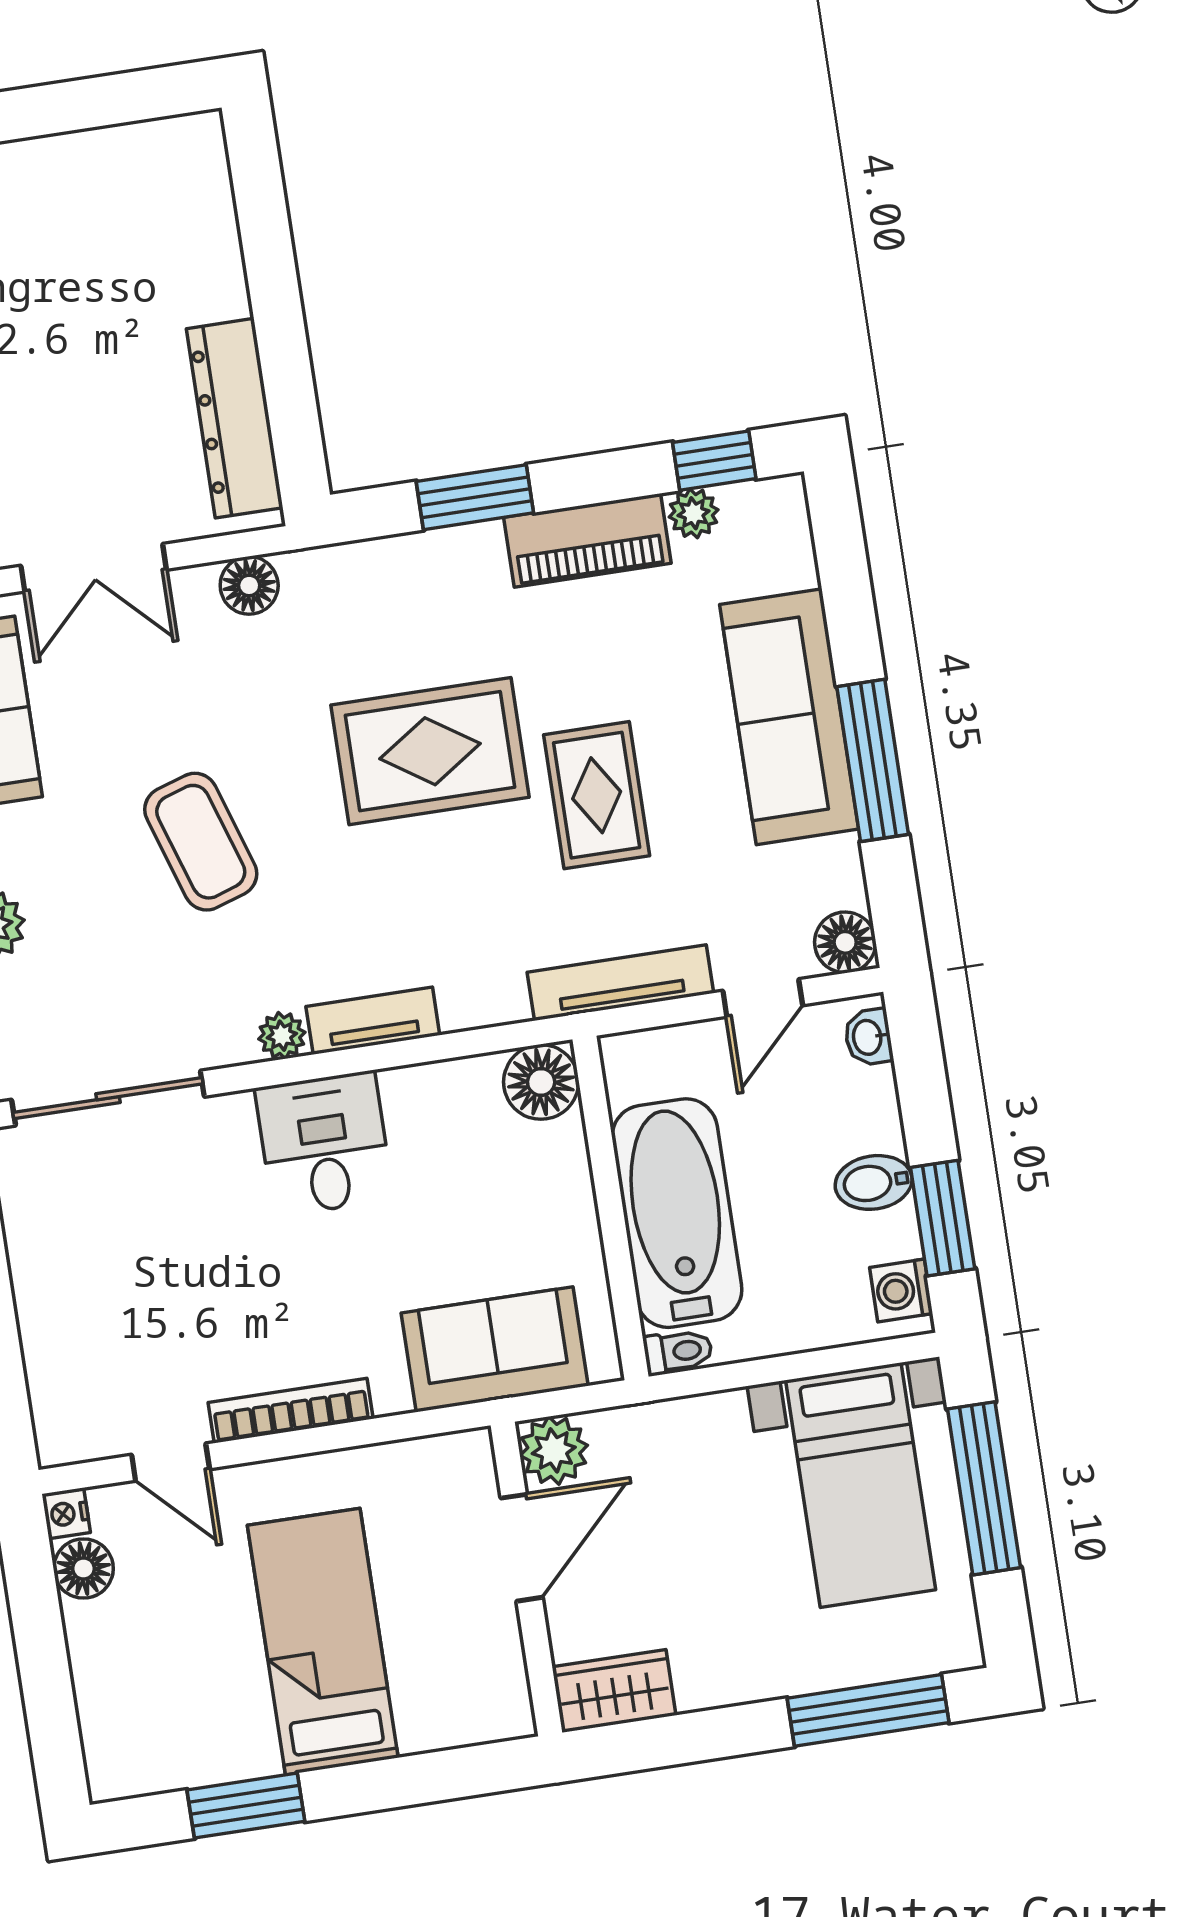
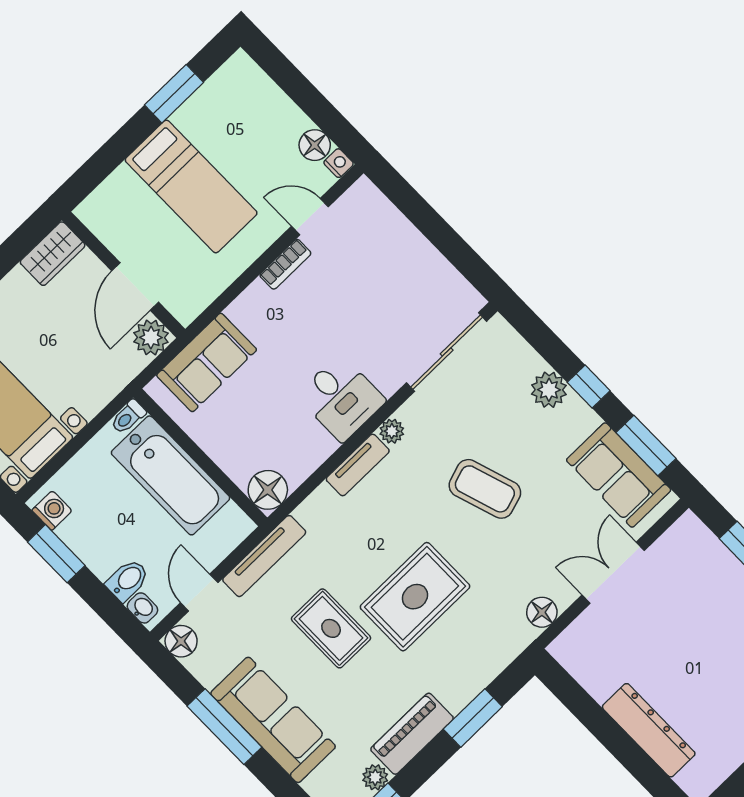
dresser: (235, 418) -> (649, 730), moved
bidet: (874, 1182) -> (128, 580), moved
bookcase: (291, 1411) -> (285, 264), width x0.64

